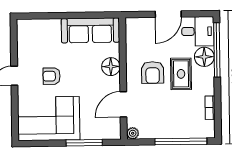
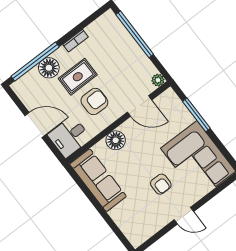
desk: (198, 31) -> (69, 137), moved, turned -90
bookcase: (210, 108) -> (75, 41), moved

